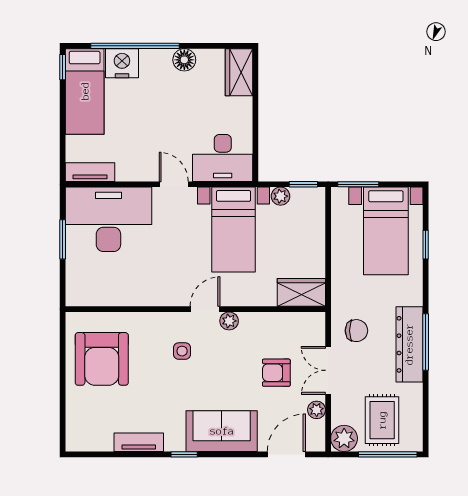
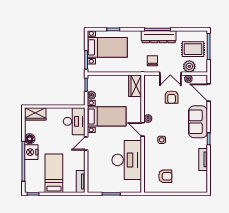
nightstand: (122, 63) -> (31, 152), moved
bed: (85, 91) -> (54, 173), moved, turned -90
desk: (108, 219) -> (127, 160), moved, turned 180
armchair: (102, 359) -> (165, 176), width x0.53, depth x0.53
plant: (344, 438) -> (189, 66), moved

